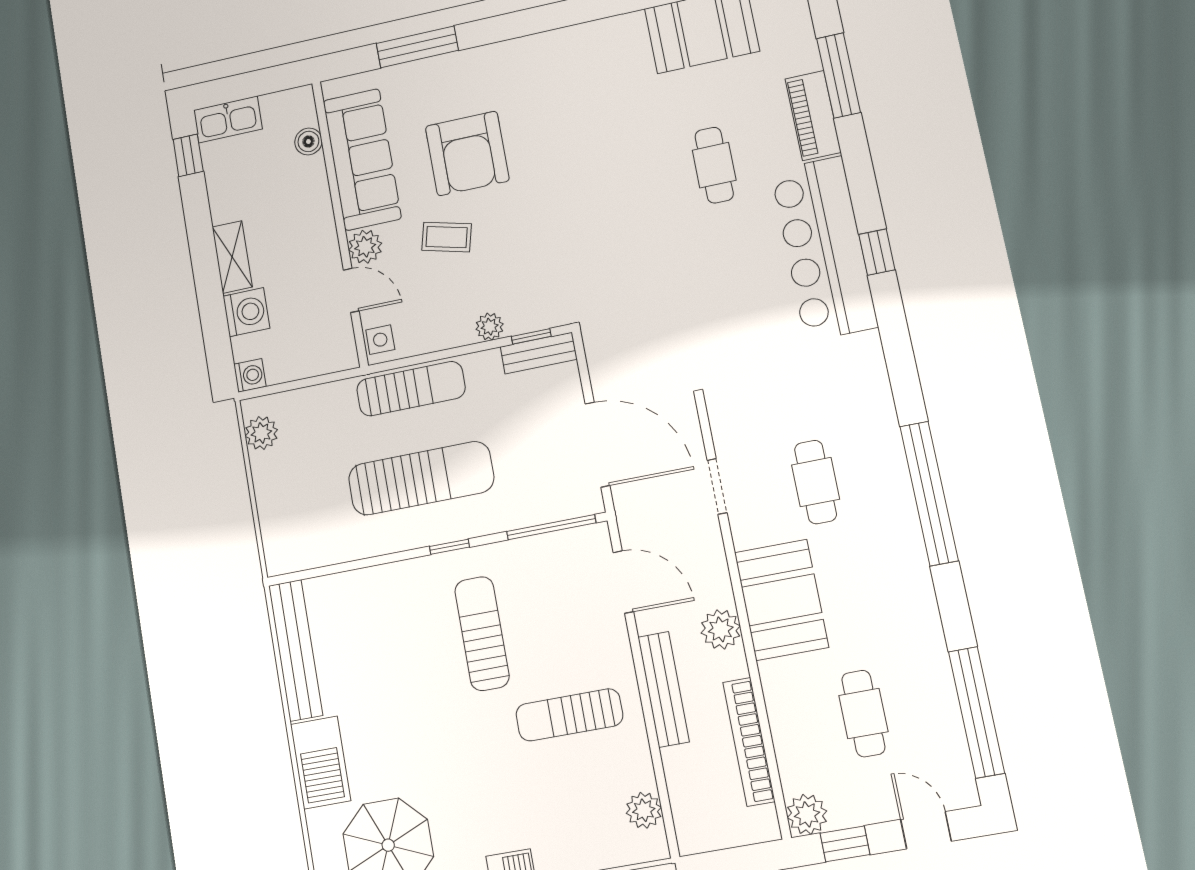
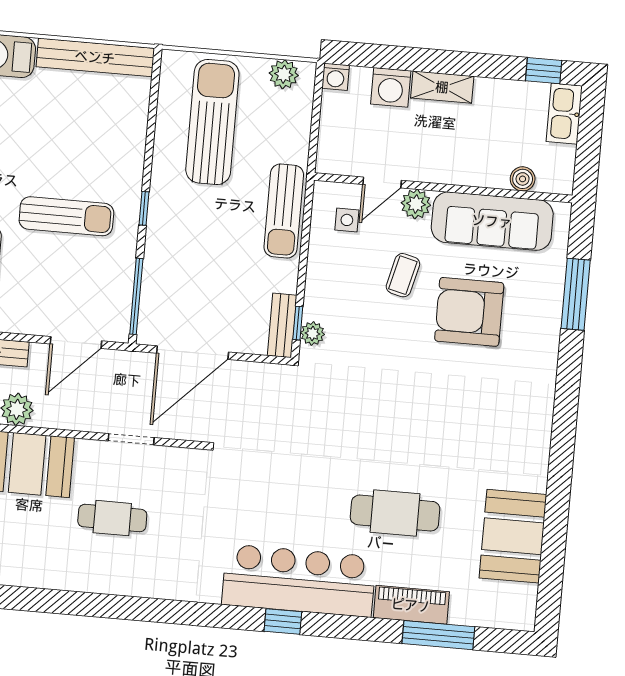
cafe table: (714, 165) -> (395, 513), width x1.37, depth x1.35
plant: (490, 327) -> (312, 334), moved
side table: (380, 340) -> (347, 220), moved
sun lounger: (421, 478) -> (212, 122), moved, turned 180
window: (929, 493) -> (78, 604), removed

